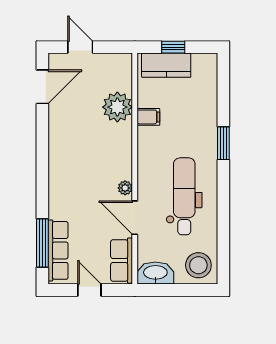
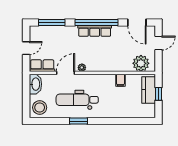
plant: (117, 107) -> (141, 63), moved
window: (223, 143) -> (78, 121), moved
window: (42, 161) -> (96, 22), added
dental chair: (184, 196) -> (77, 100), turned 180
row of seats: (58, 250) -> (95, 31), moved

